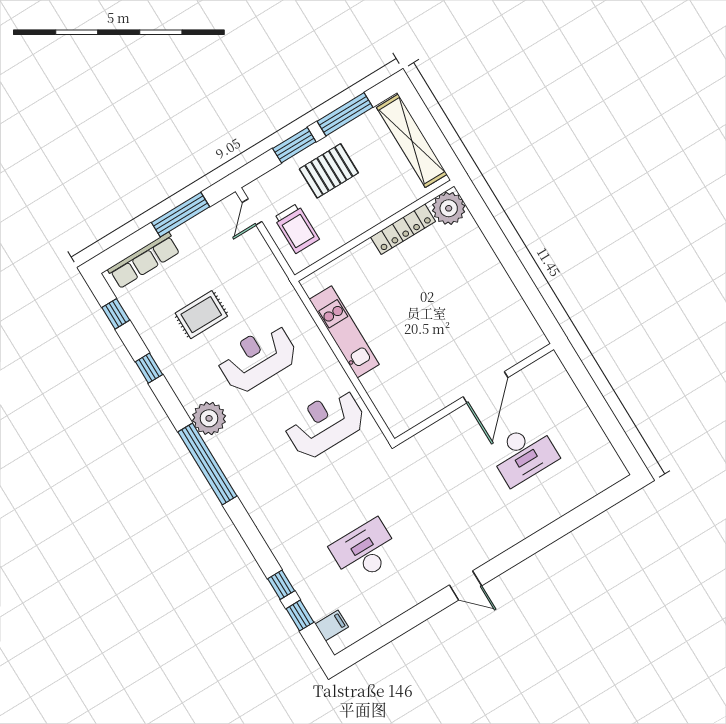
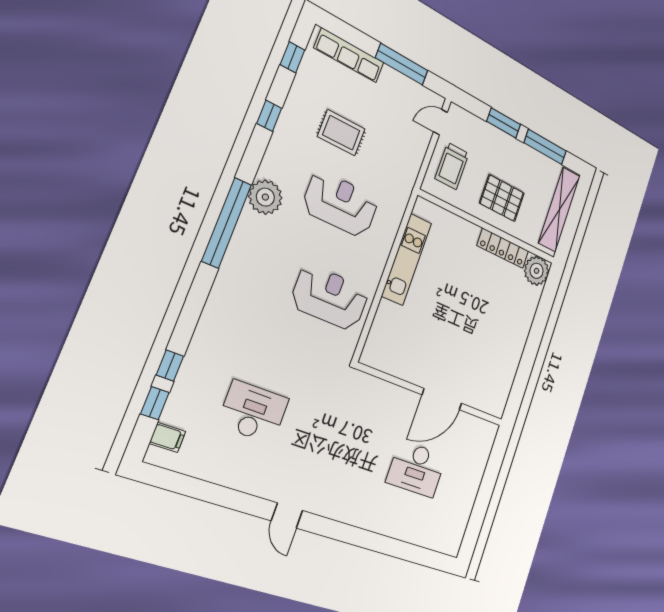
pallet: (329, 171) -> (502, 198), moved

